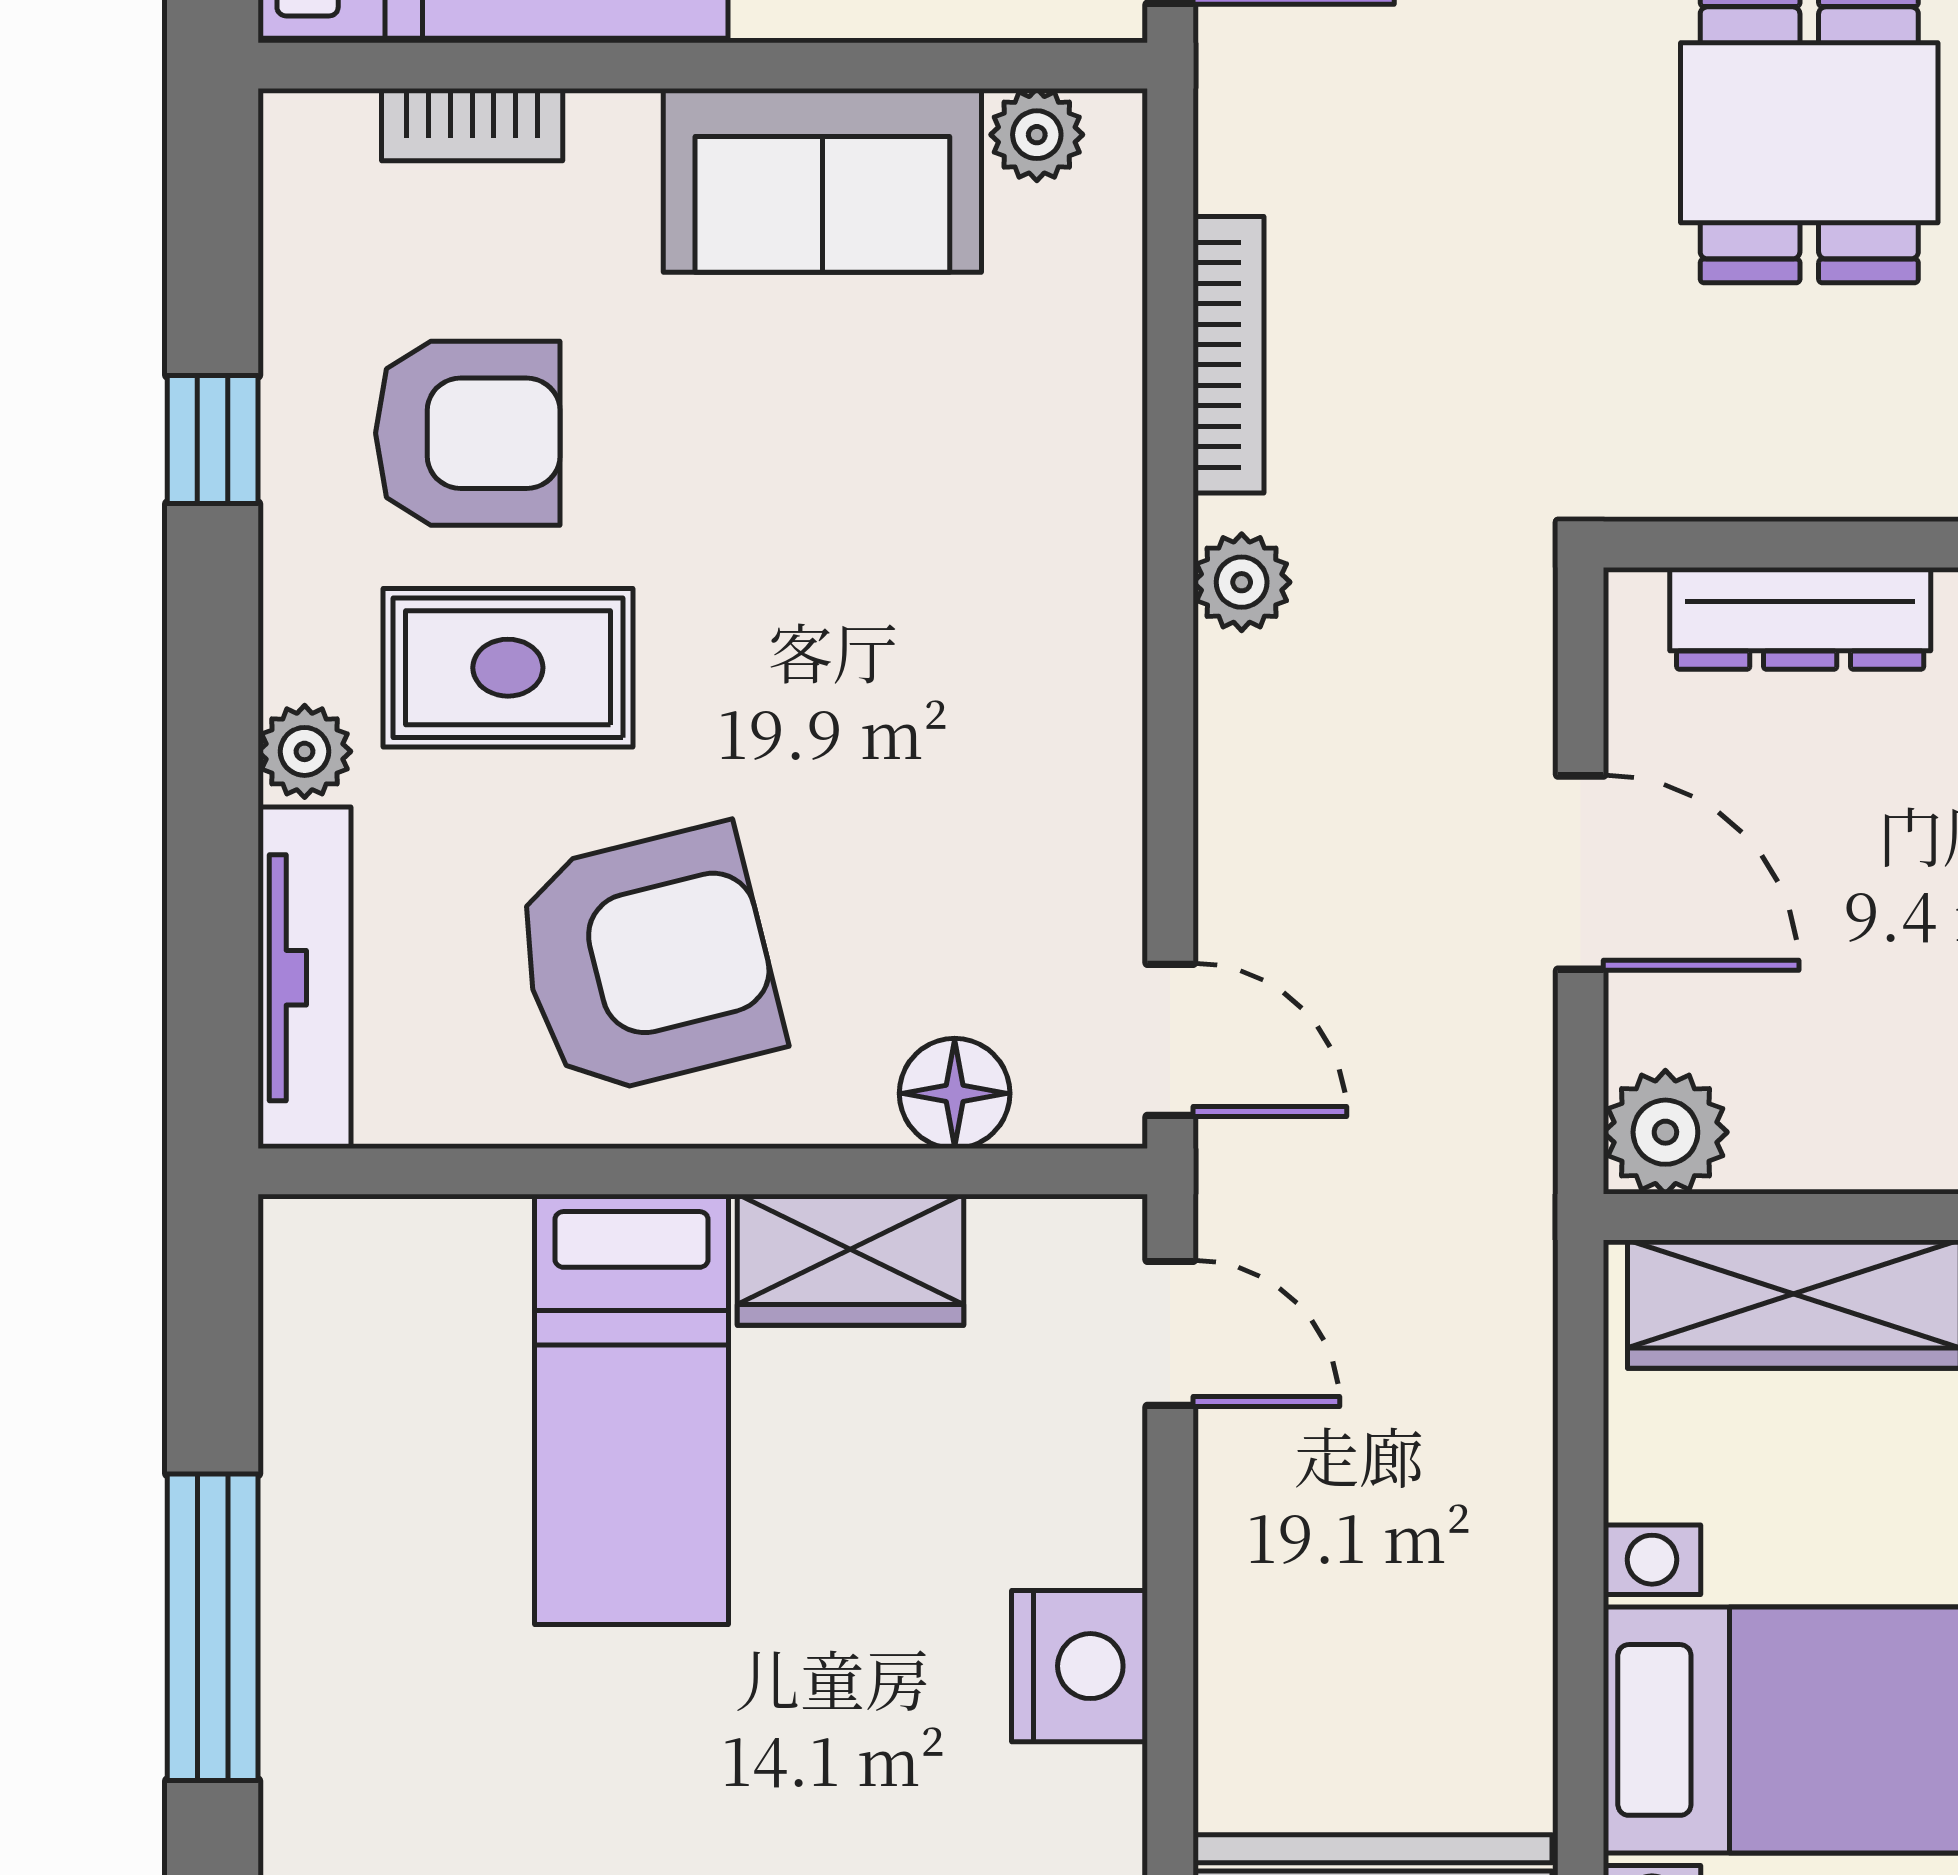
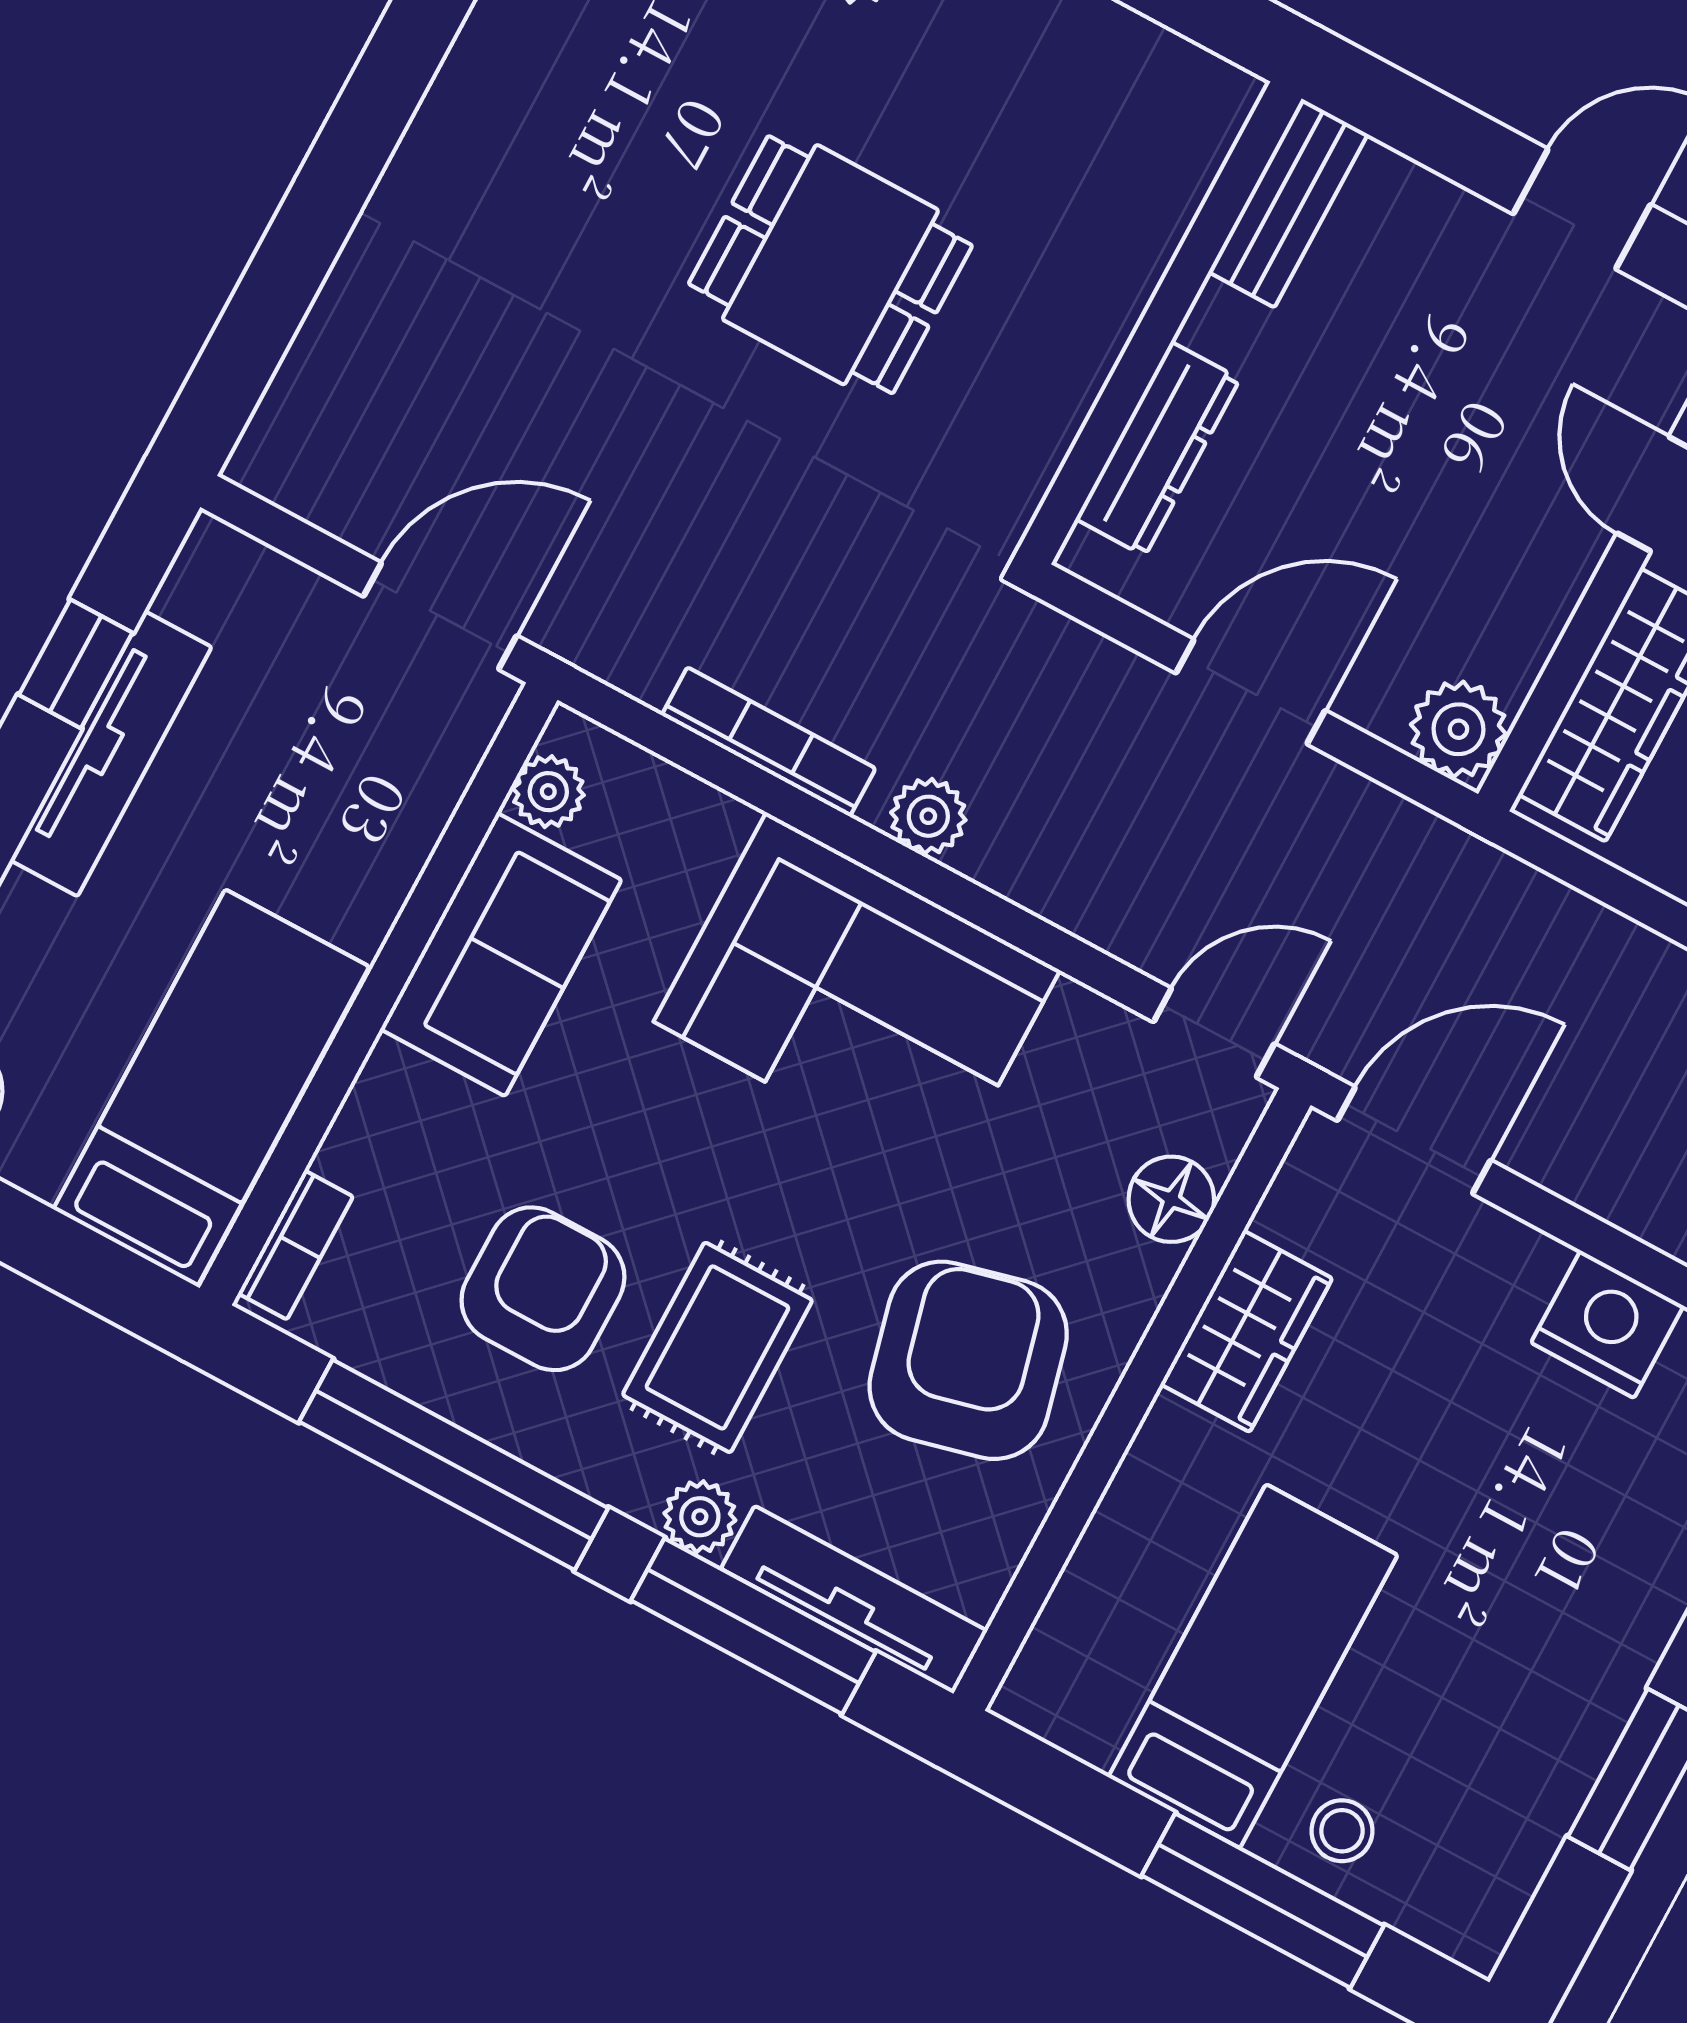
bookcase: (472, 125) -> (295, 1245), moved
window: (213, 439) -> (454, 1465), width x3.17
corner sofa: (993, 611) -> (857, 996), added
window: (213, 879) -> (753, 1626), added
door: (1170, 1333) -> (1414, 1140), width x1.38
bed: (632, 1409) -> (1253, 1666), moved, turned -90
stool: (341, 1675) -> (1342, 1831), added

